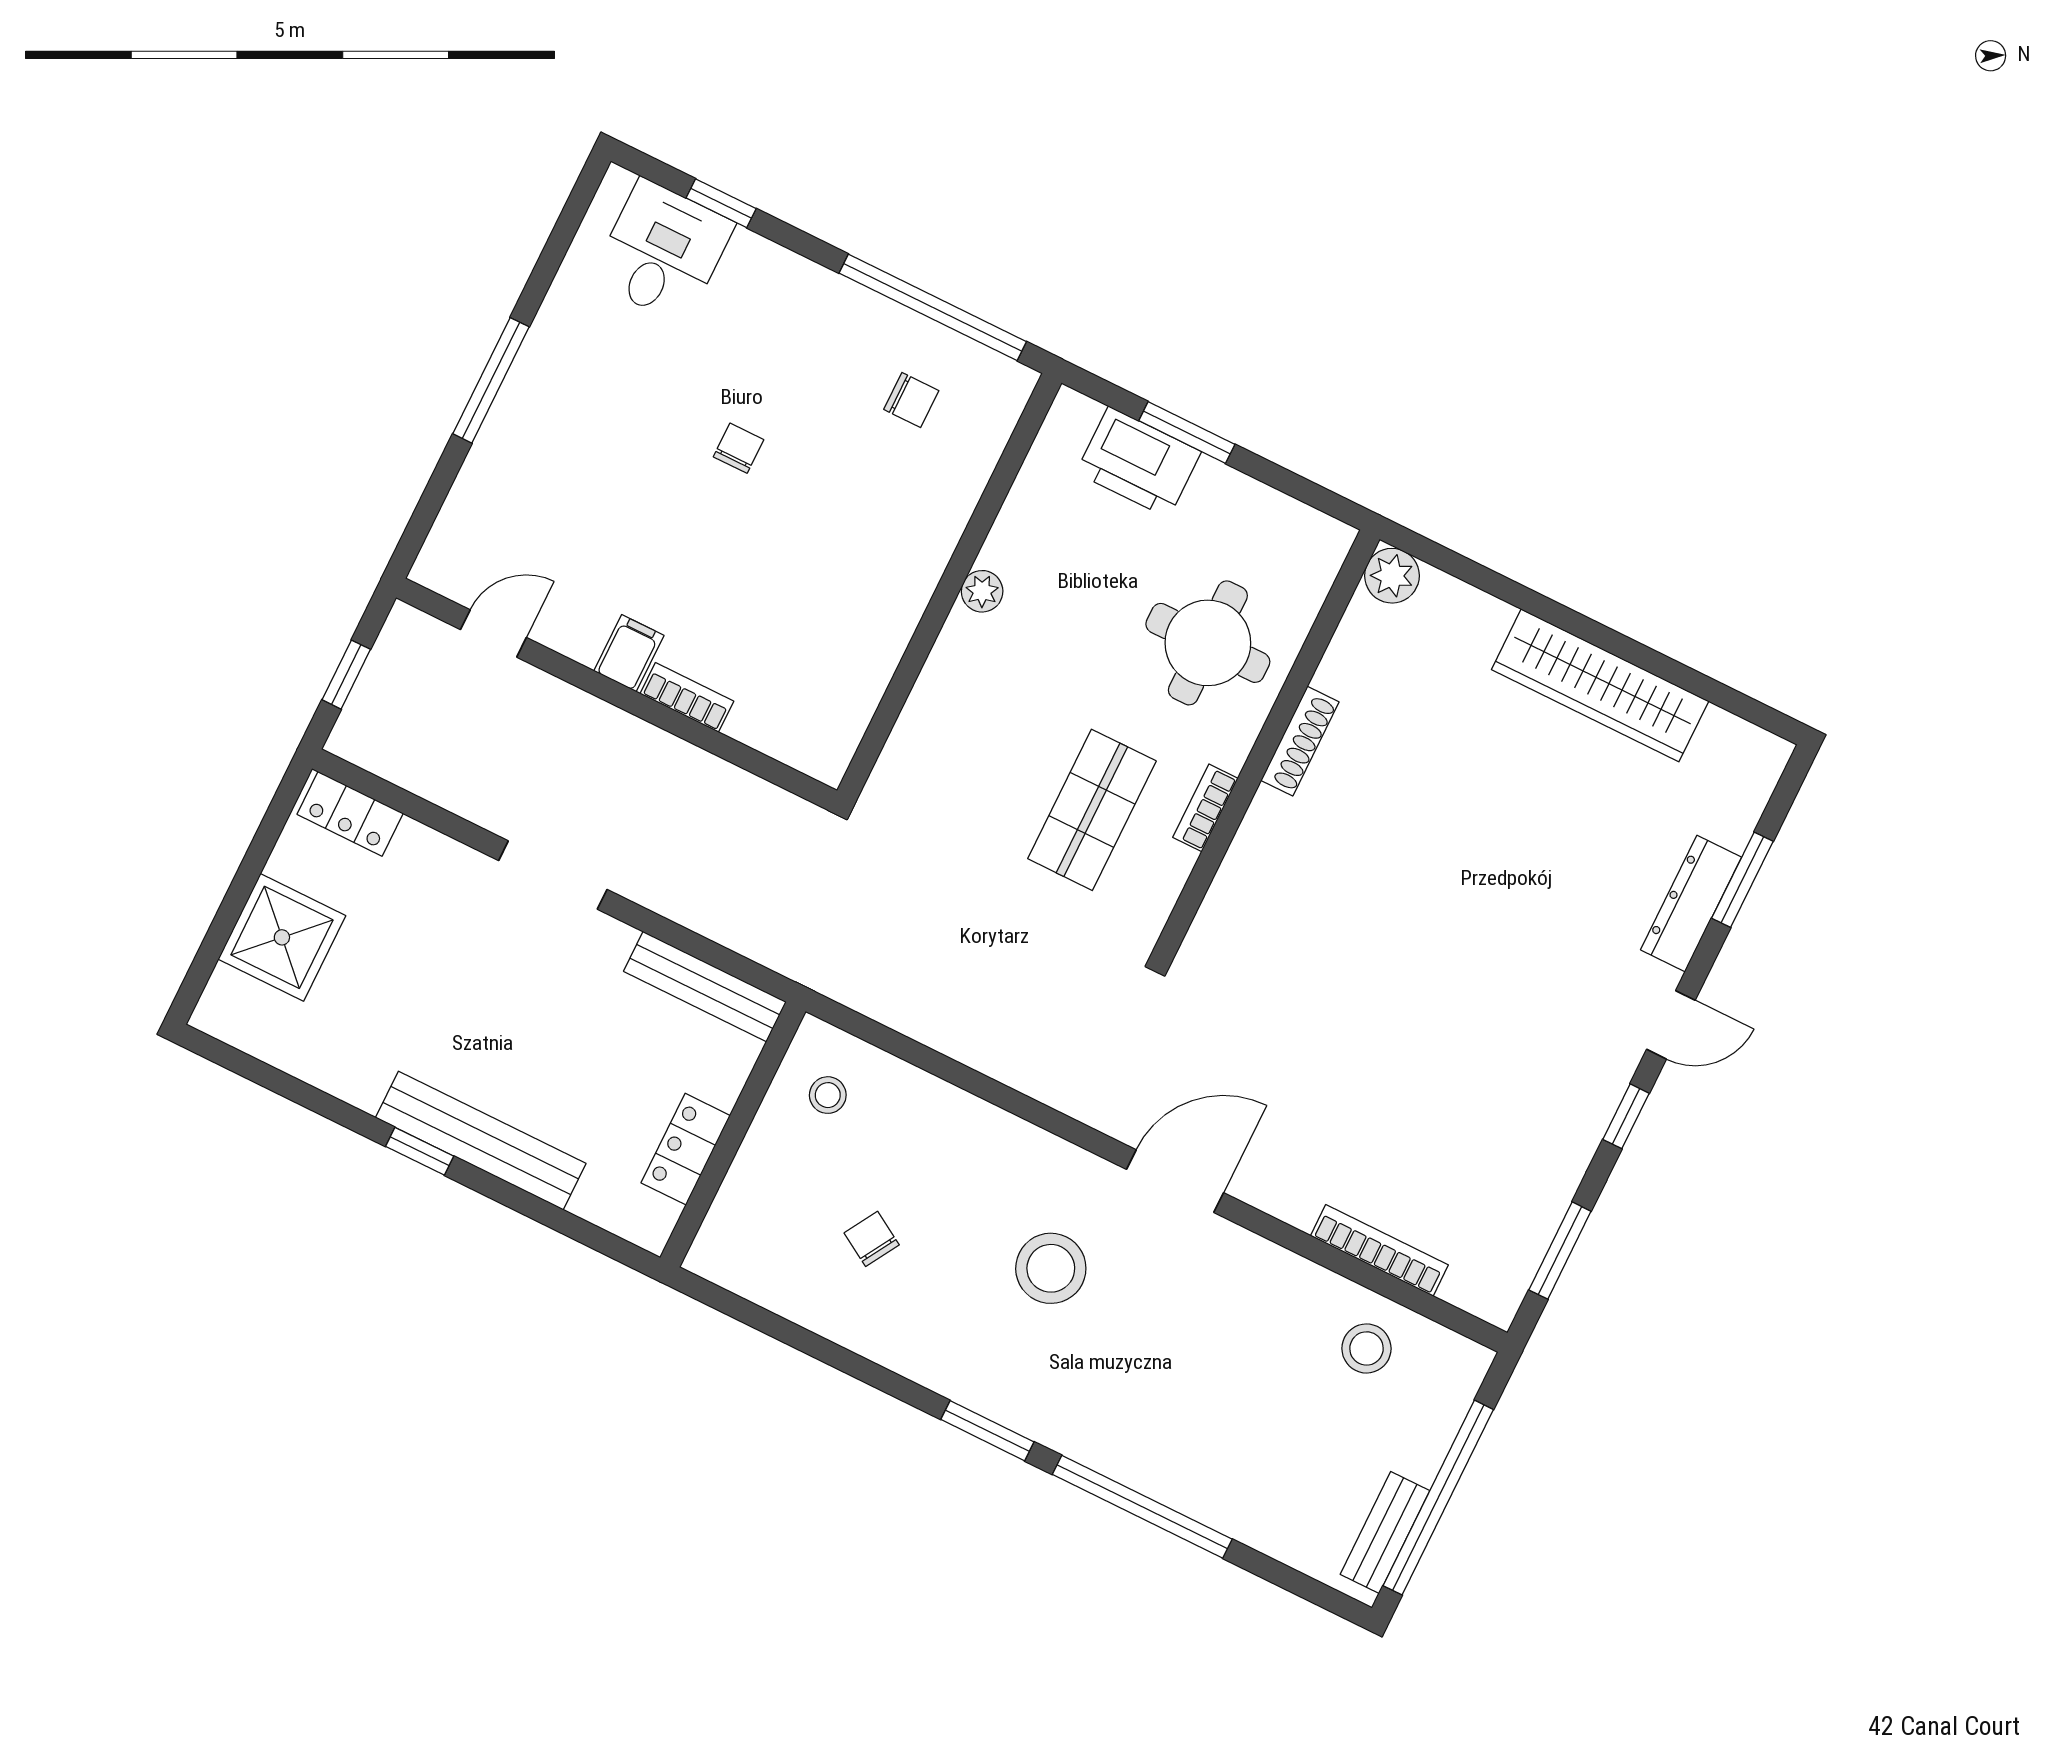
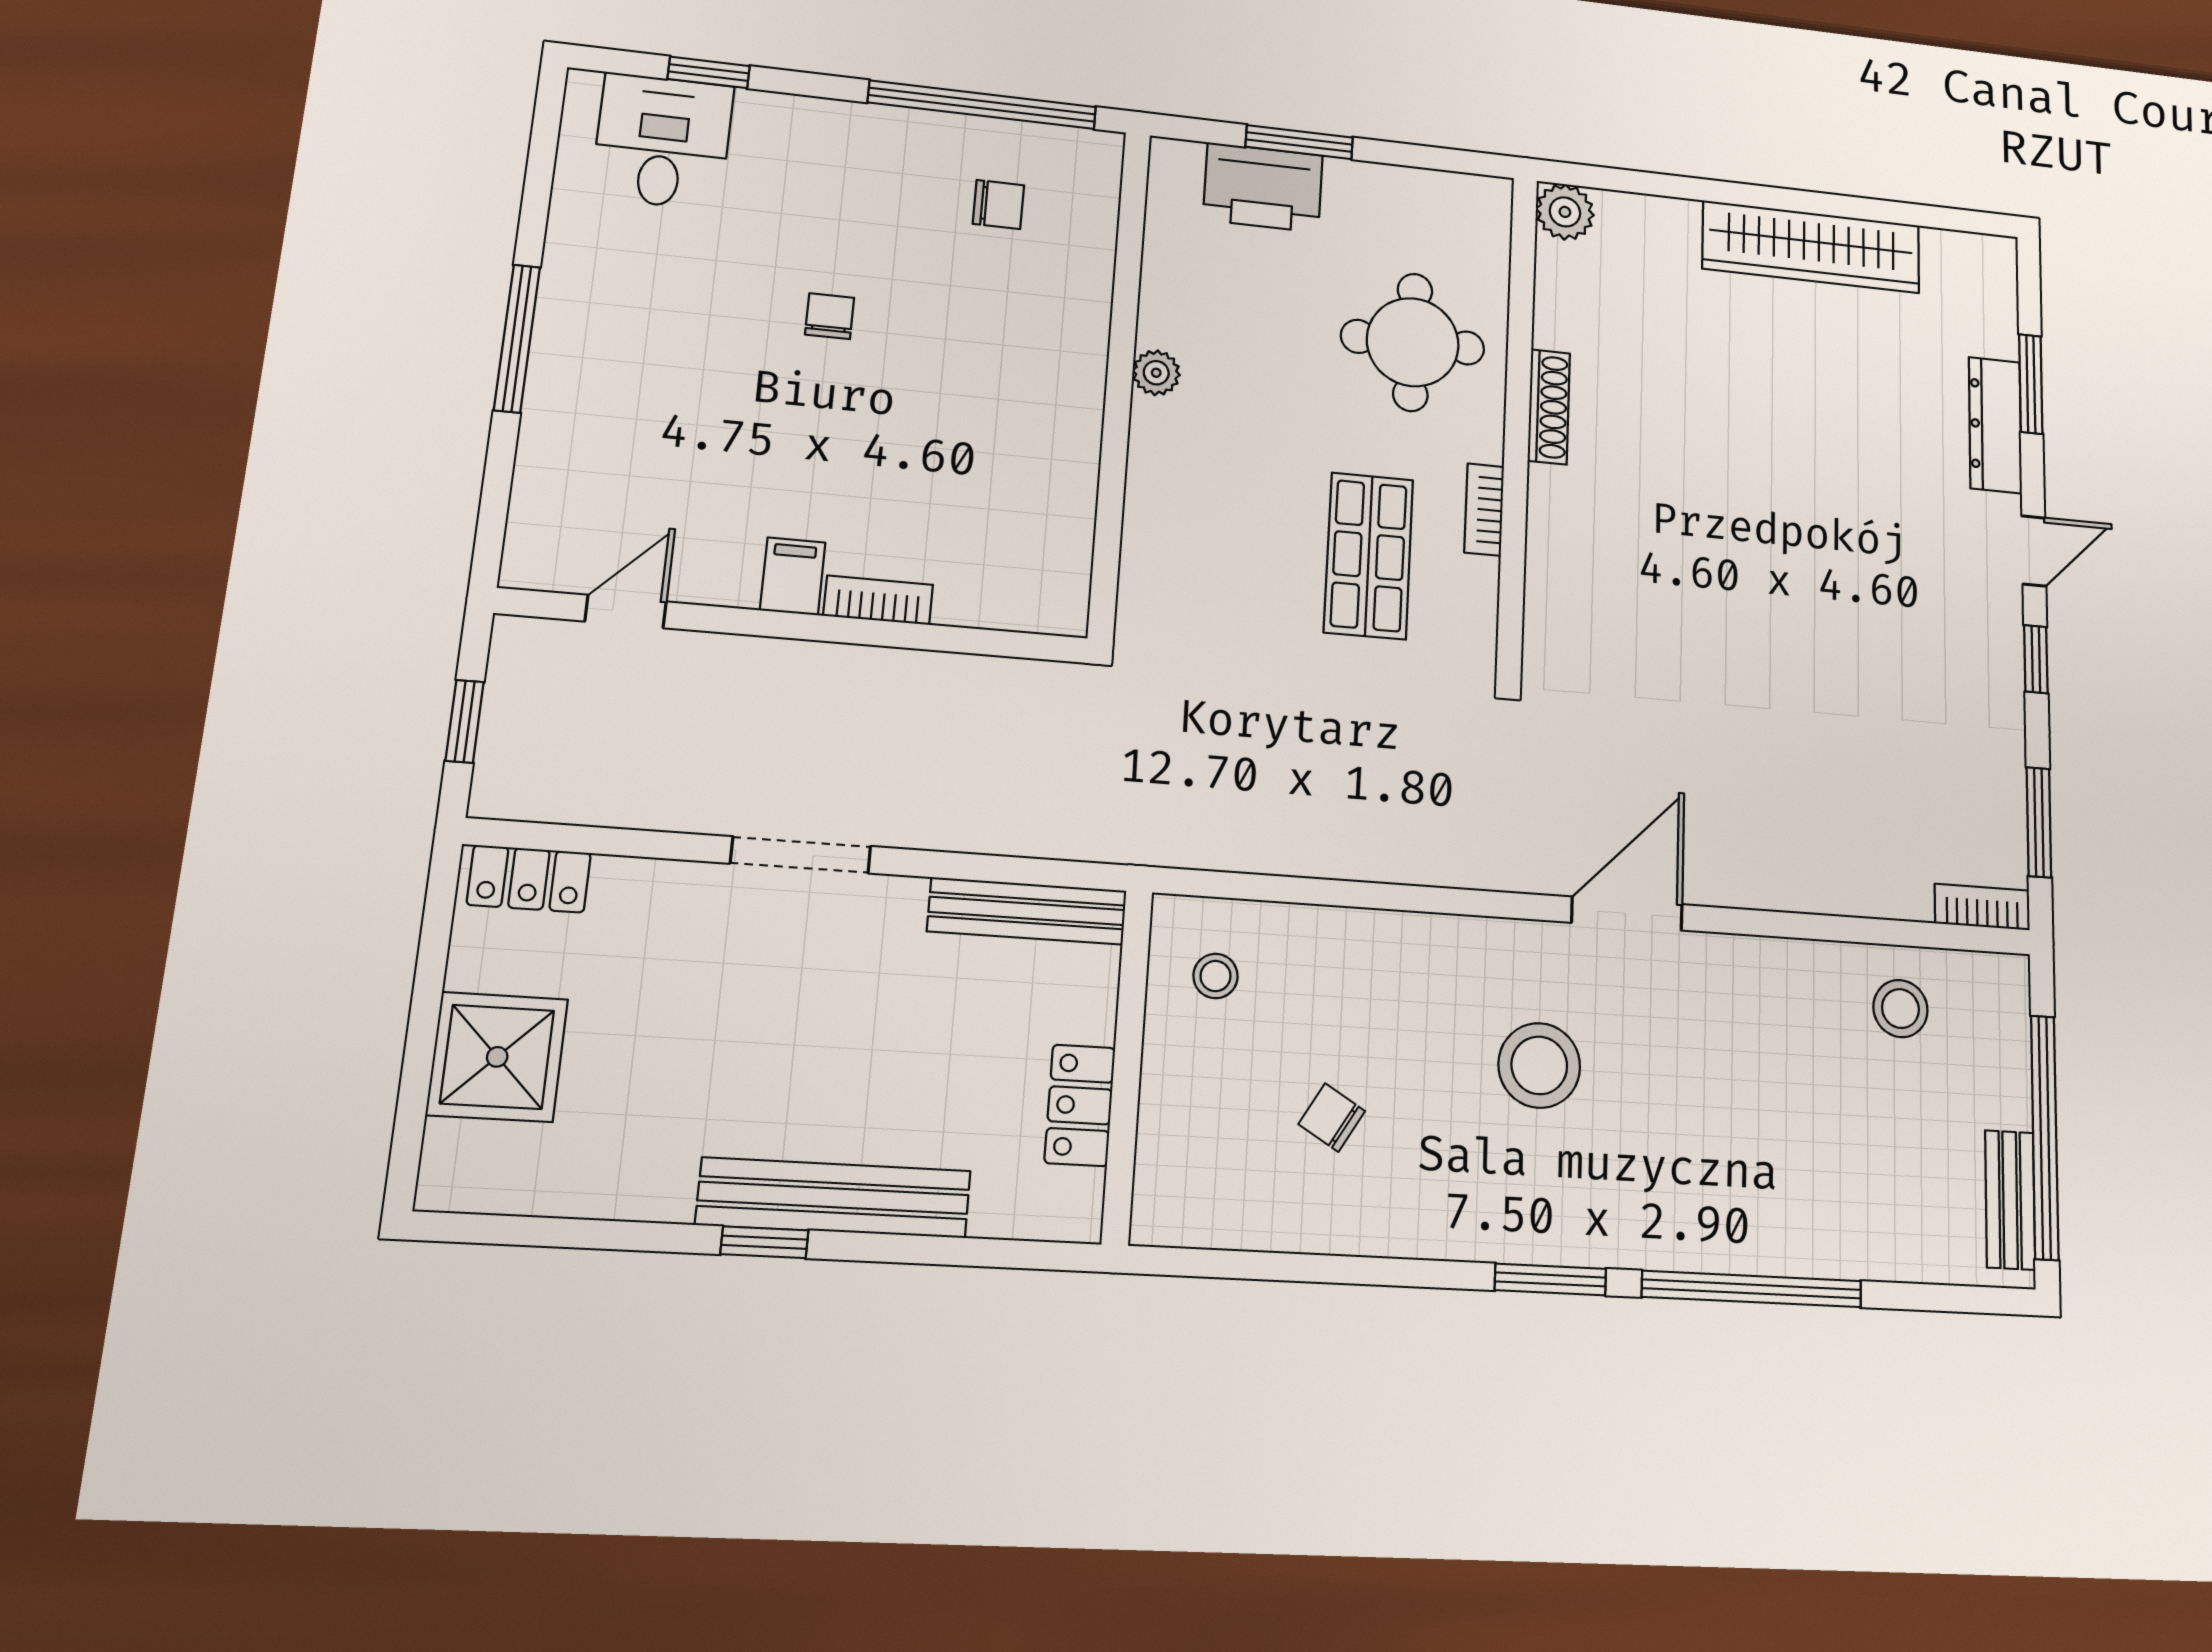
bookcase: (1379, 1250) -> (1982, 907), moved, width x0.64

